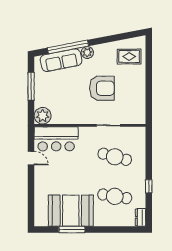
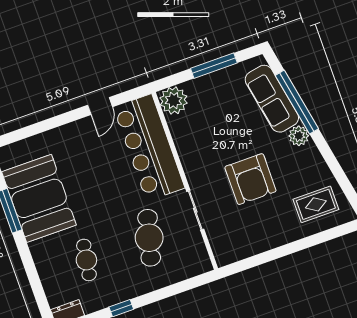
rug: (129, 57) -> (316, 204), turned 90
bar counter: (56, 139) -> (149, 148), width x1.36
cafe table: (115, 196) -> (86, 260), width x0.73, depth x0.74

